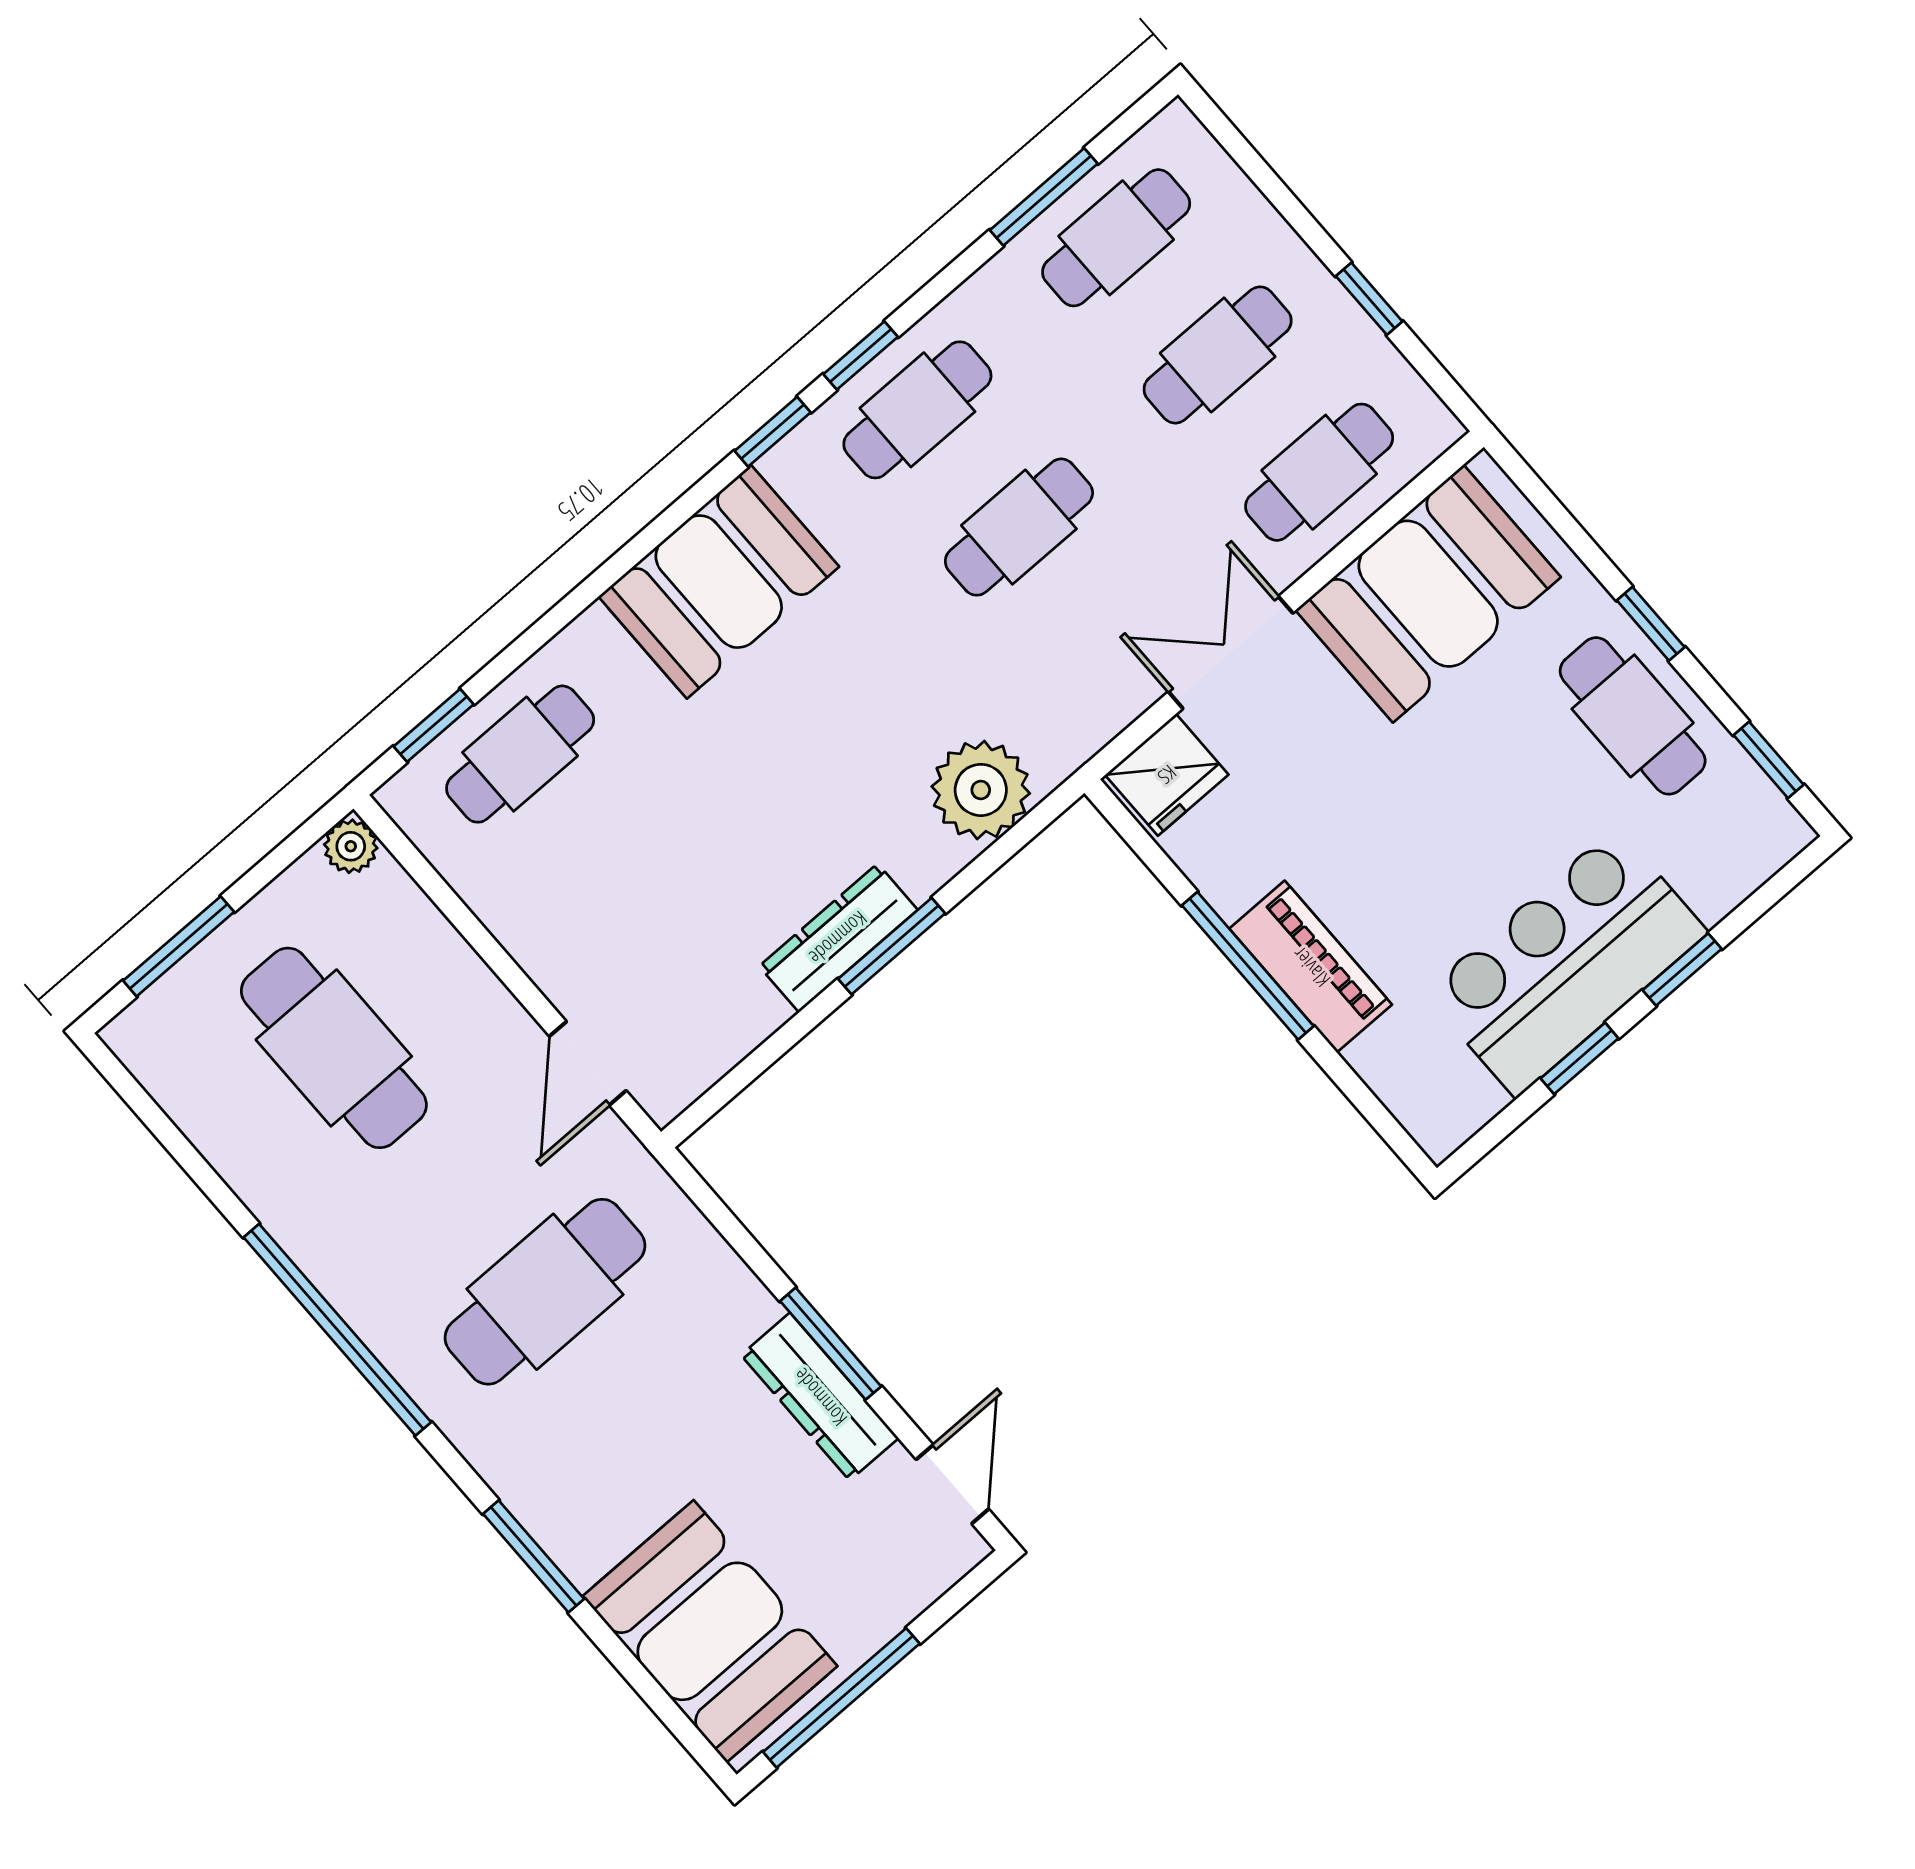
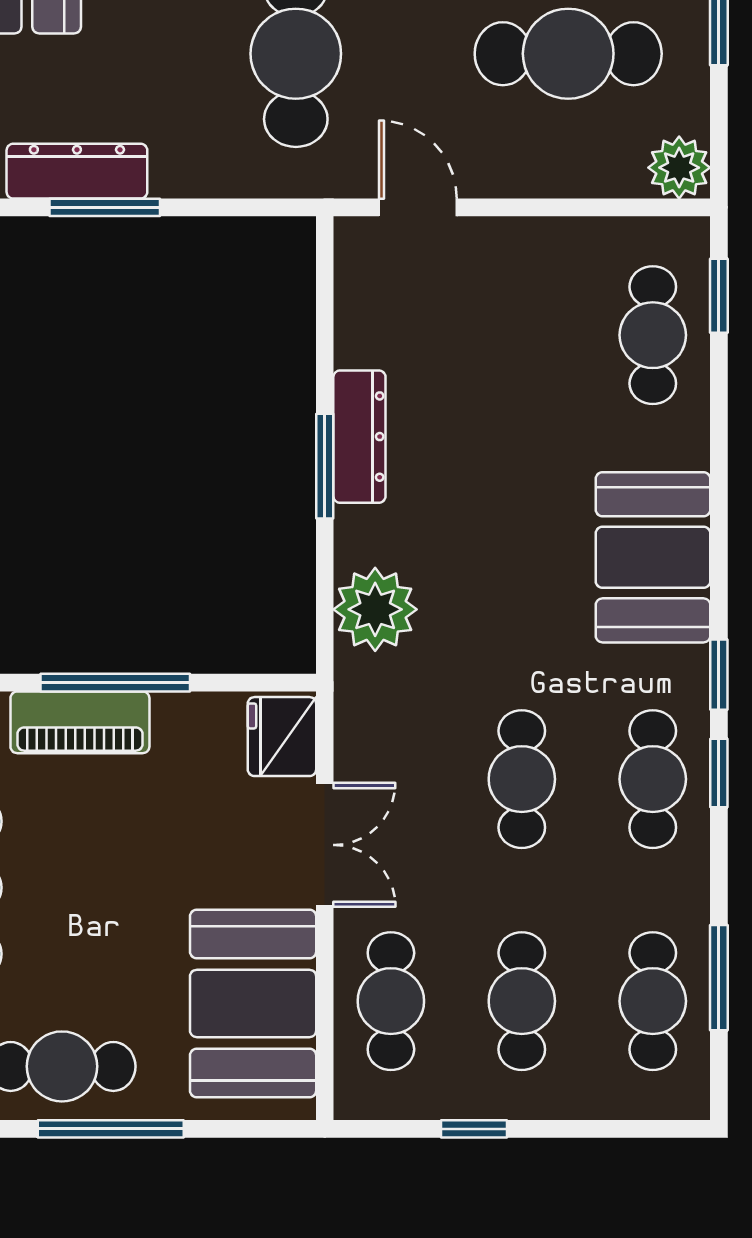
window: (1651, 624) -> (111, 1129), width x2.17
plant: (351, 846) -> (679, 168), width x1.38, depth x1.38

